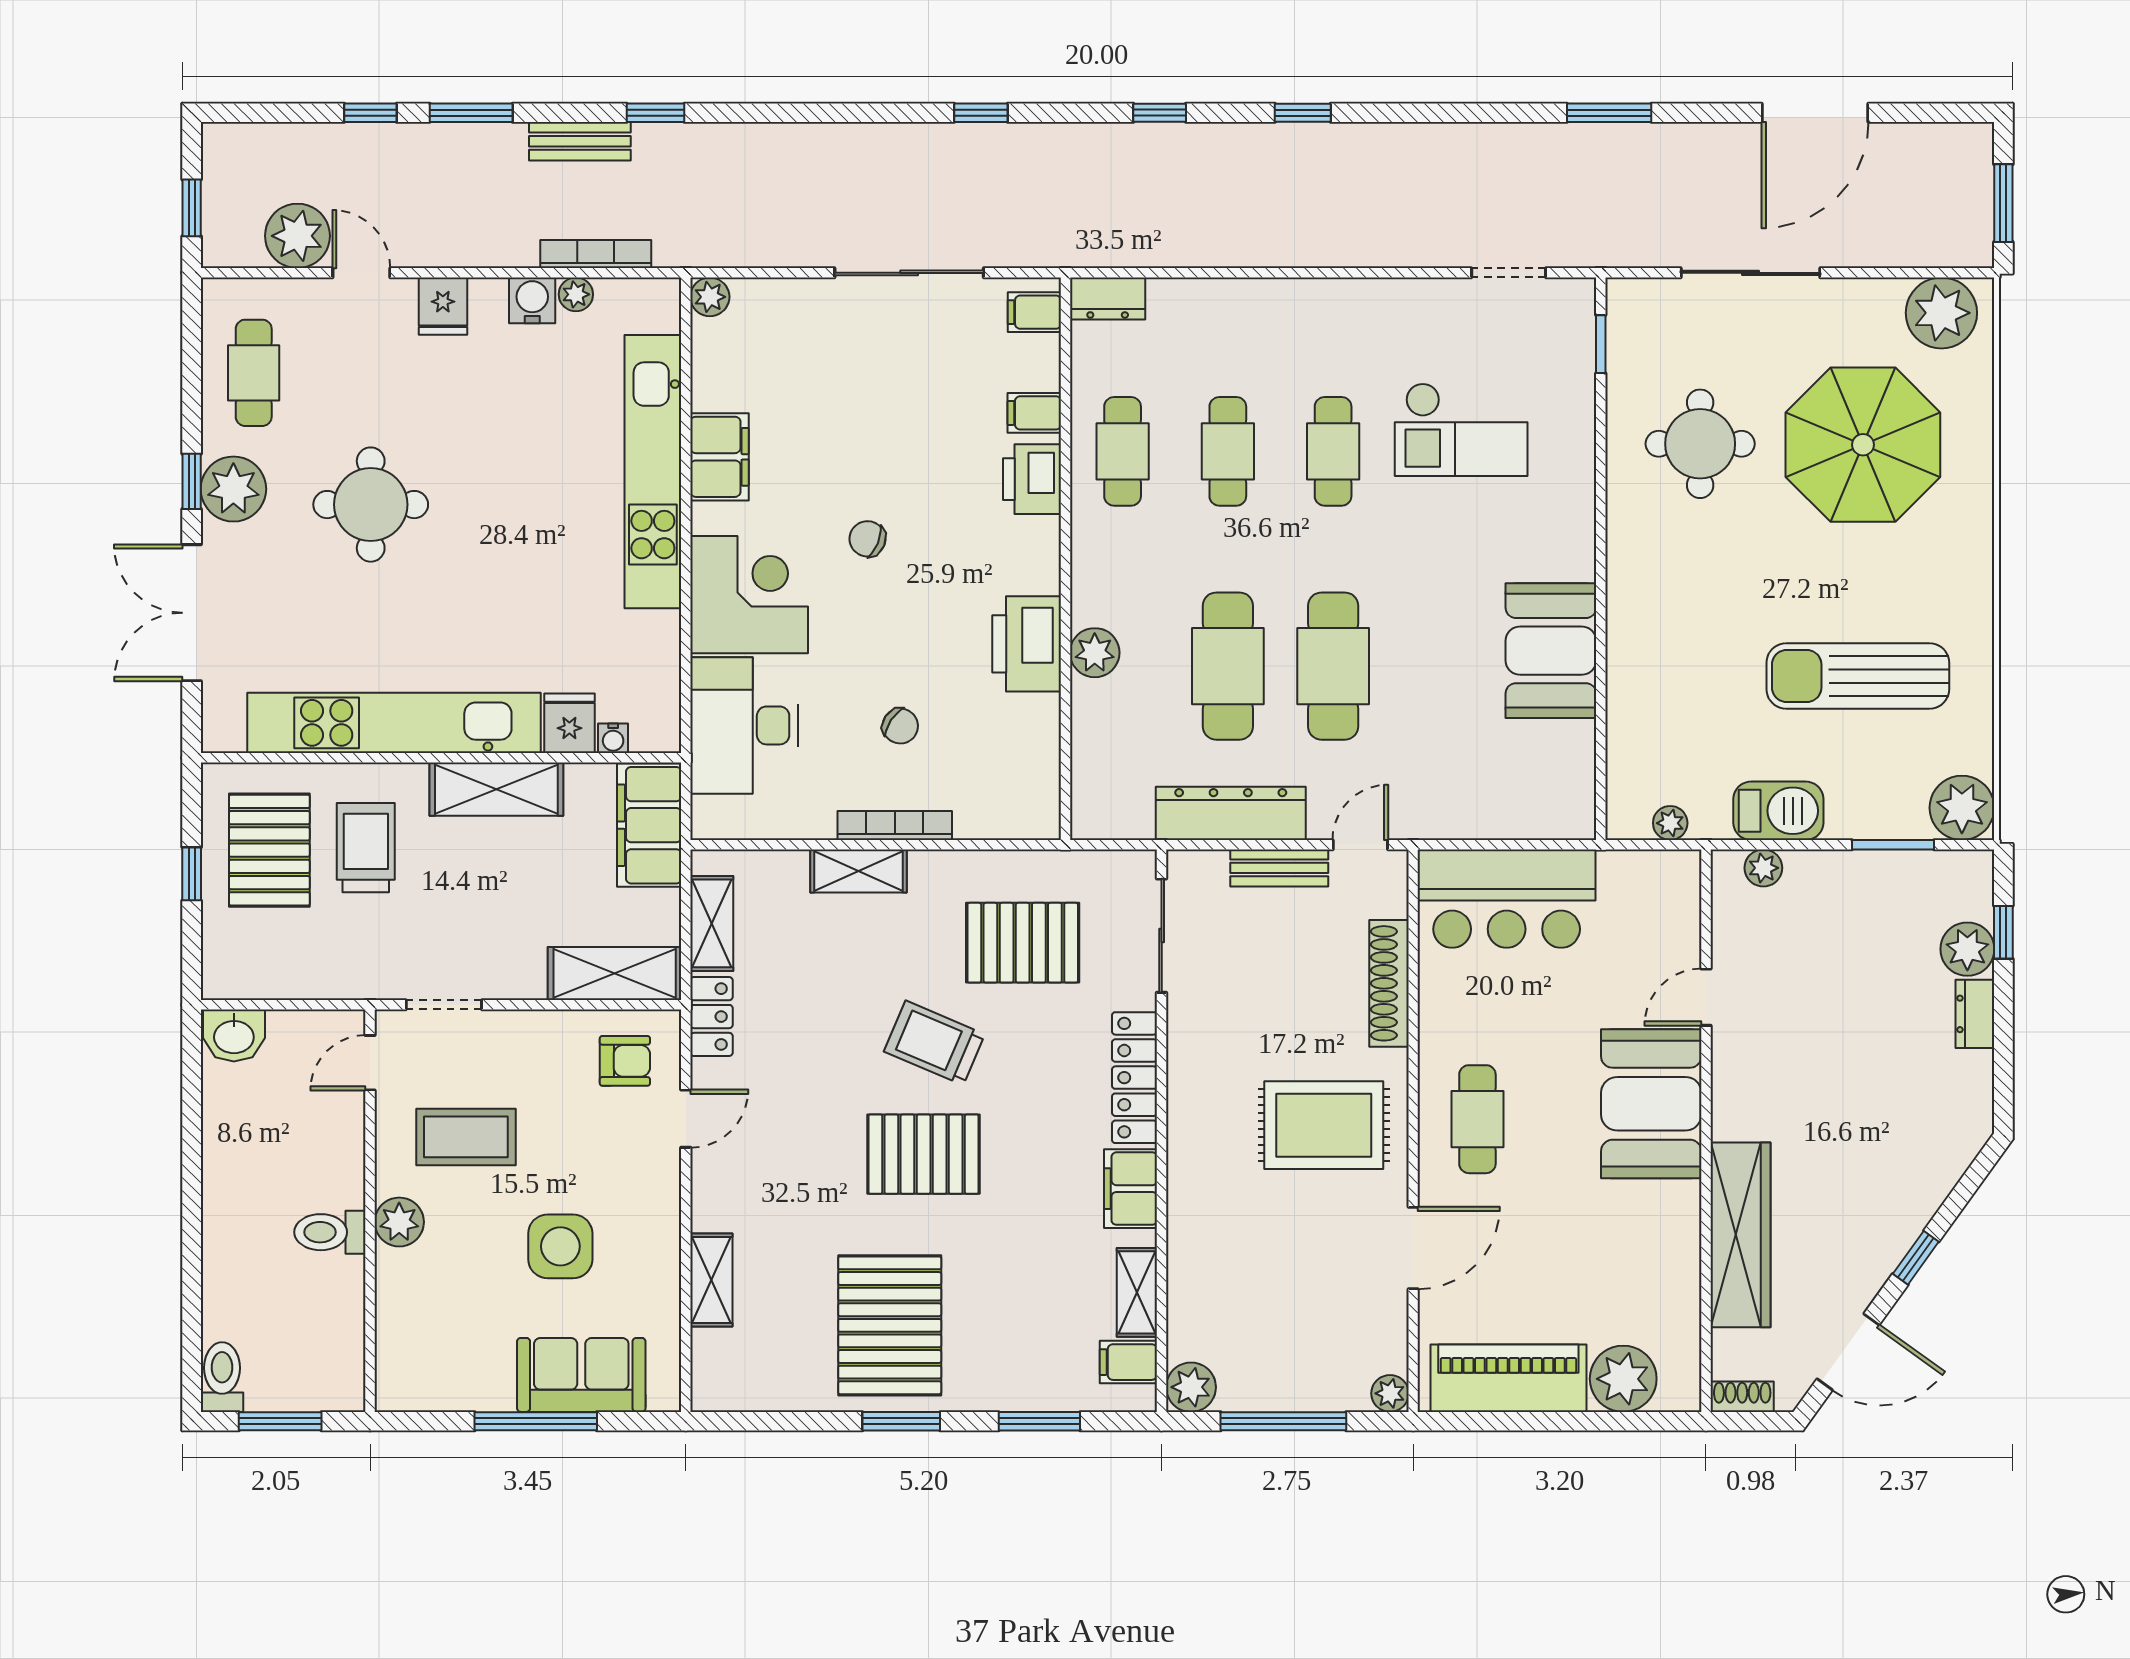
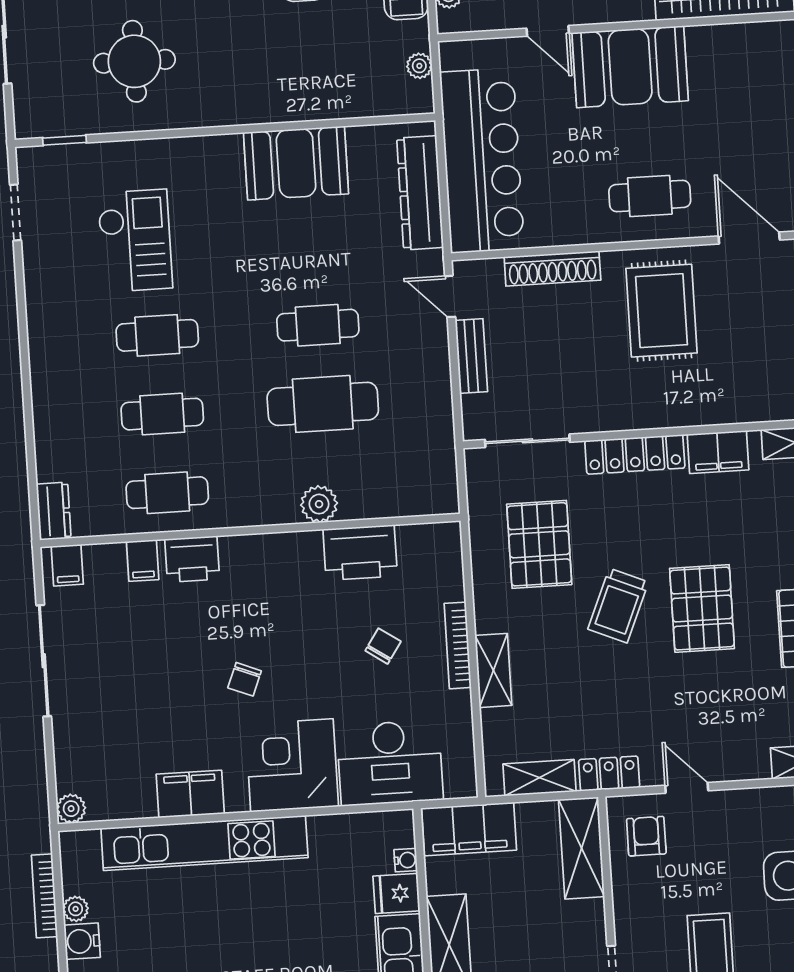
printer: (1027, 644) -> (360, 553), moved
cafe table: (1333, 666) -> (318, 325), width x0.73, depth x0.74
dresser: (1231, 813) -> (420, 193), moved
bar counter: (1507, 899) -> (482, 160), width x1.36

